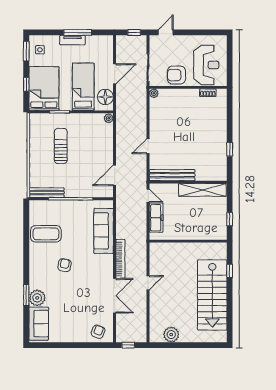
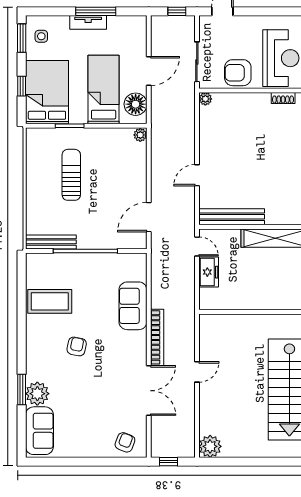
freezer: (156, 218) -> (209, 272), width x0.71
sofa: (104, 231) -> (133, 306), width x0.73
plant: (171, 335) -> (210, 446), moved

